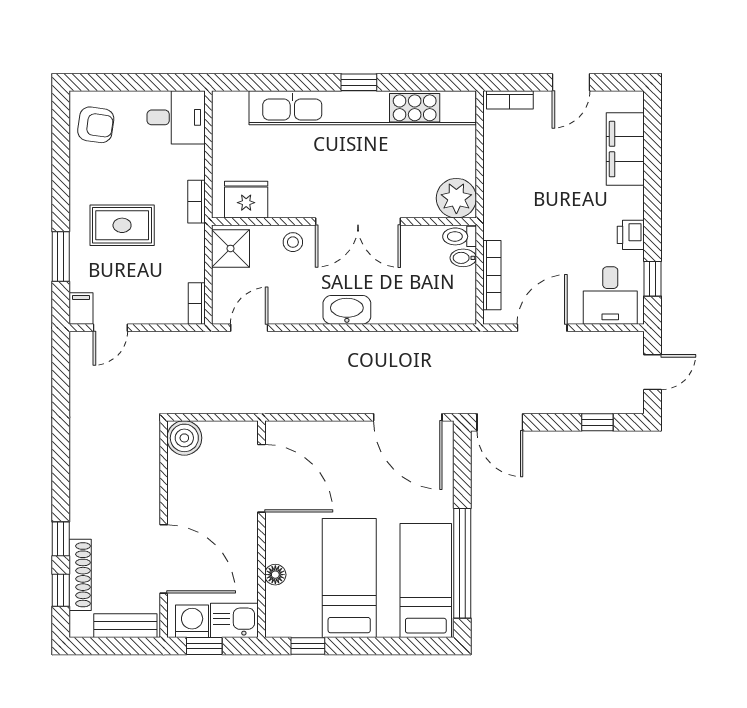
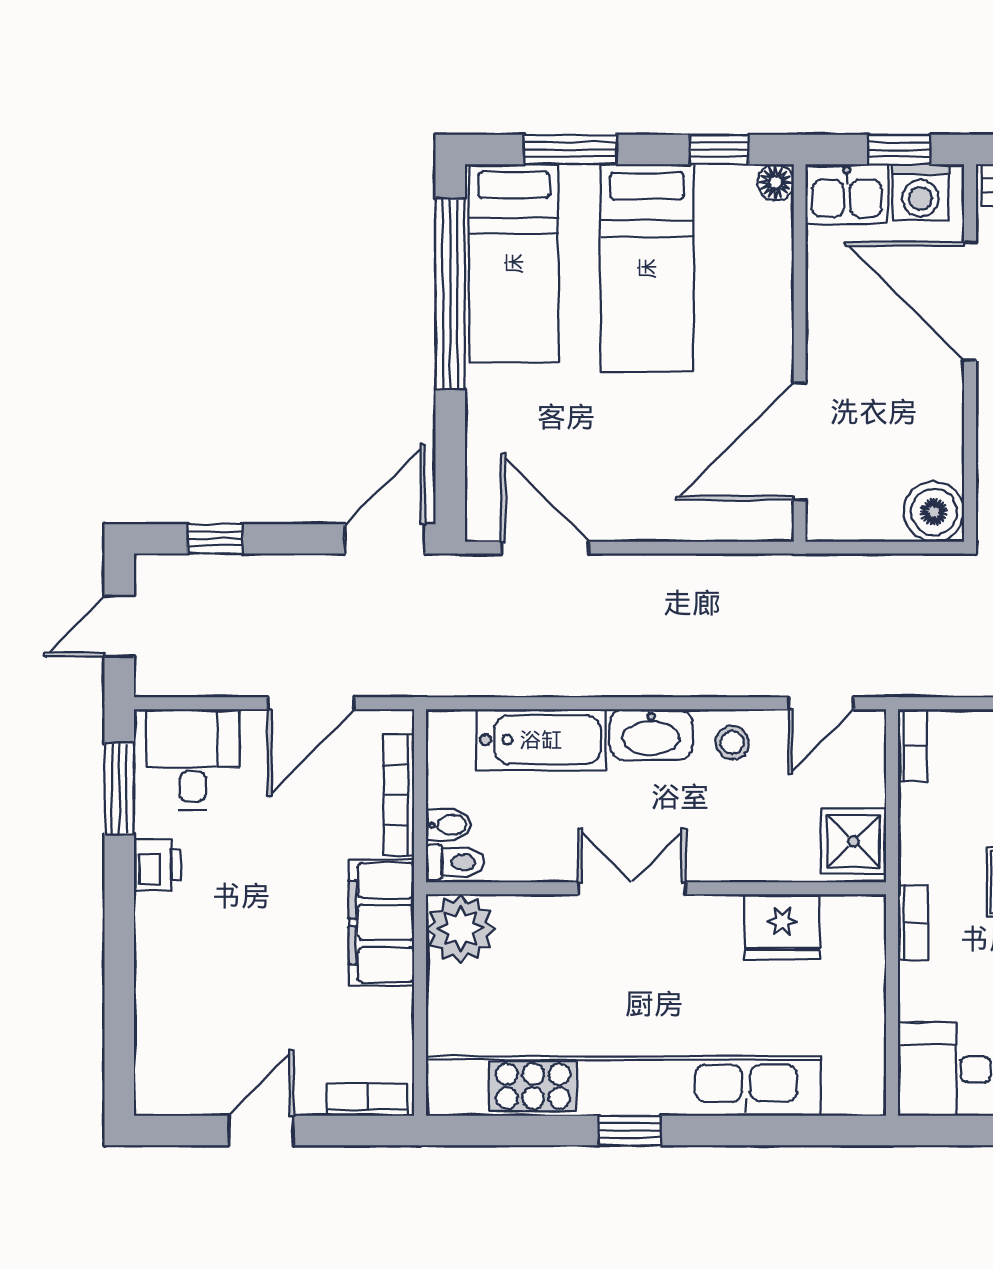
filing cabinet: (625, 149) -> (381, 922), moved, turned 180
fridge: (246, 200) -> (782, 926), moved
double door: (358, 221) -> (632, 888), width x0.73
stool: (293, 242) -> (732, 743), moved
window: (652, 279) -> (119, 788), width x1.50
bathtub: (410, 307) -> (541, 740), added
door: (408, 417) -> (545, 548), width x0.73
door: (500, 422) -> (385, 539), hinge flipped
door: (261, 478) -> (800, 441), hinge flipped
floor lamp: (275, 575) -> (776, 182), moved
window: (393, 646) -> (570, 150), added

